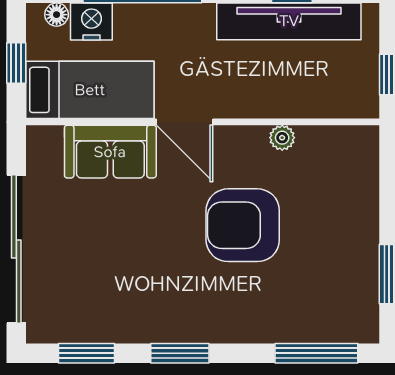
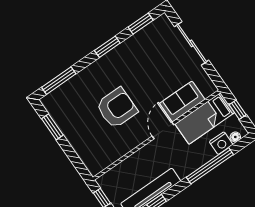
door: (185, 122) -> (163, 130), hinge flipped
plant: (282, 138) -> (124, 149), removed
sliding door: (16, 249) -> (192, 43), width x0.73

